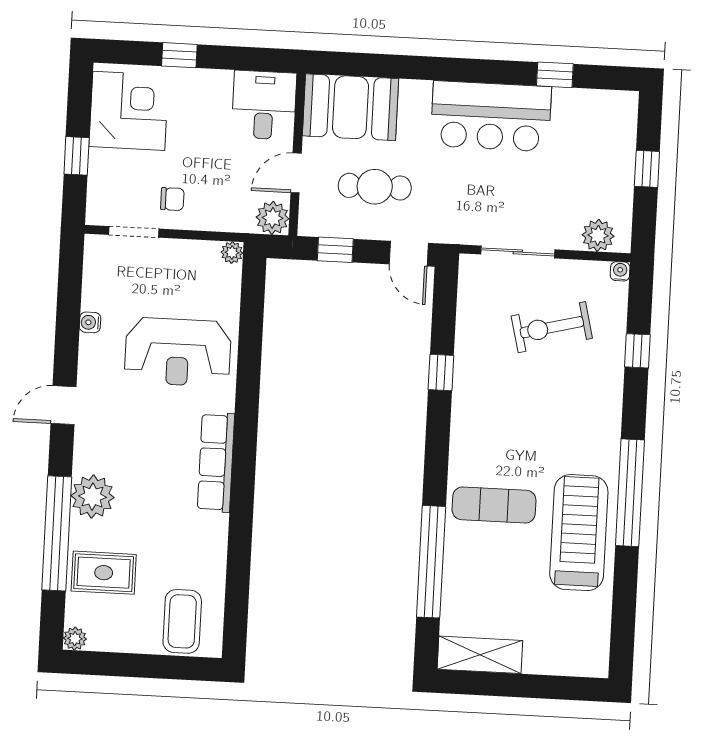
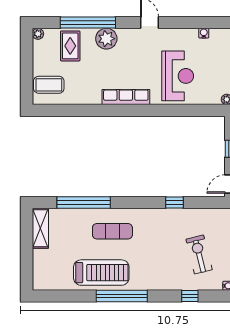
water cooler: (90, 322) -> (204, 33), moved
reception desk: (178, 352) -> (178, 76), turned 180
exercise mat: (494, 505) -> (112, 231), turned 90

